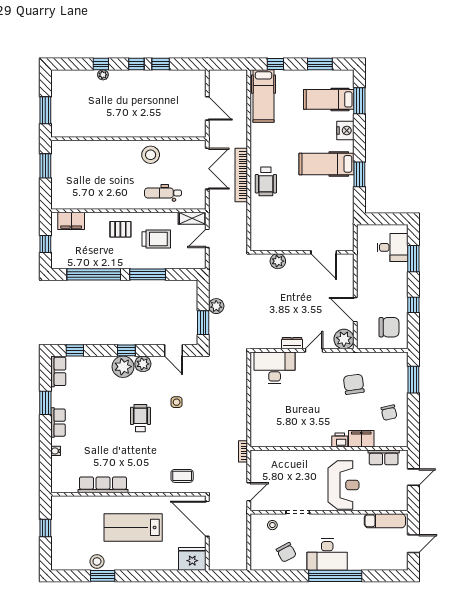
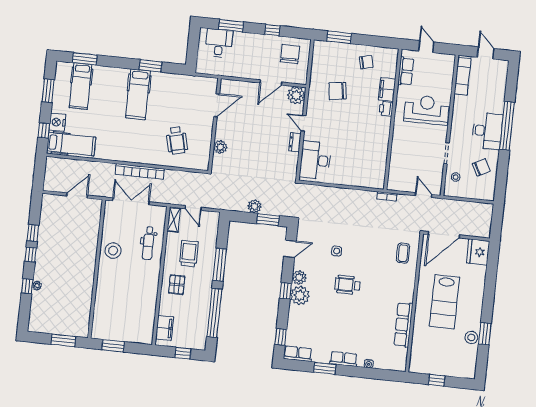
nightstand: (345, 130) -> (57, 122), moved, turned -90
wheelchair: (266, 181) -> (177, 140), moved, turned 76

